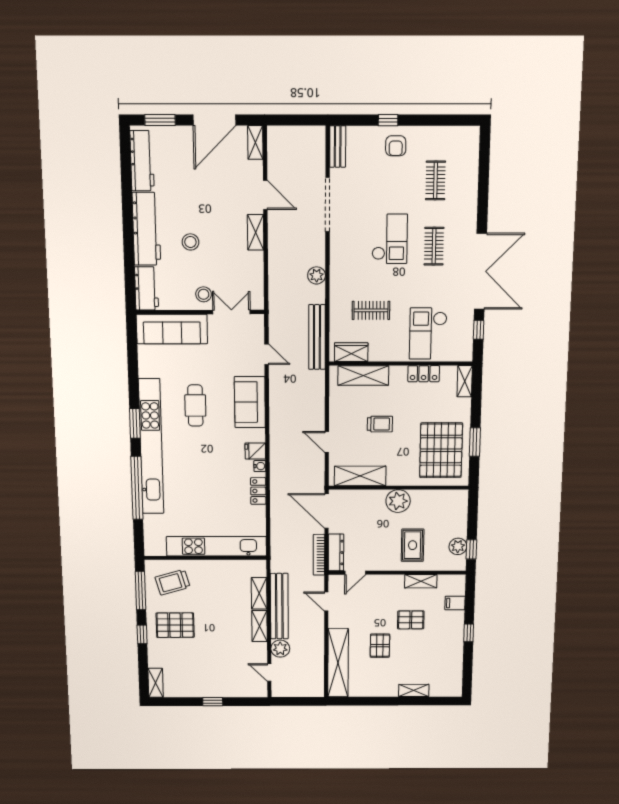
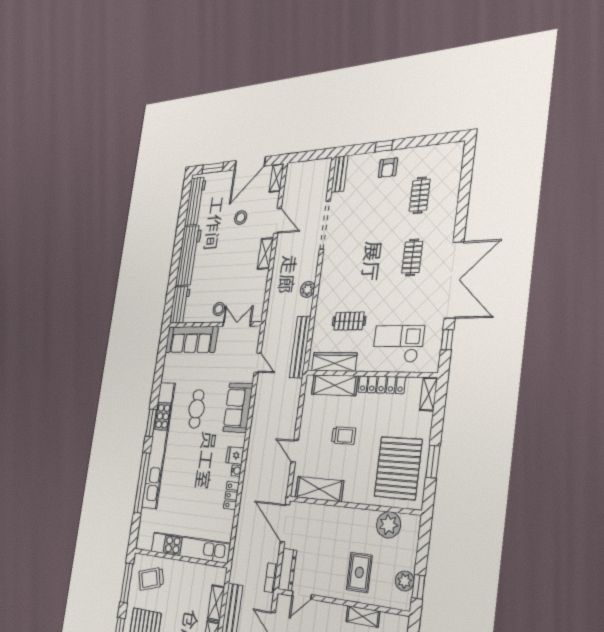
checkout: (390, 239) -> (373, 253), removed
stool: (190, 242) -> (241, 218), moved
checkout: (428, 334) -> (398, 344), turned 90
wardrobe: (351, 352) -> (334, 362), width x1.50
locker: (424, 374) -> (381, 385), width x1.53
plant: (398, 501) -> (389, 525), moved
bookcase: (319, 555) -> (271, 578), width x0.64

